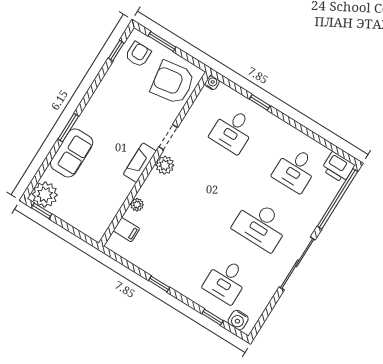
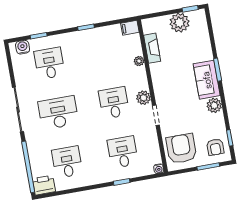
armchair: (173, 82) -> (181, 149), turned -81
plant: (103, 96) -> (214, 105), added
sofa: (72, 153) -> (207, 80), moved
fireplace: (140, 163) -> (152, 48), moved
desk: (198, 186) -> (114, 103), added
plant: (45, 195) -> (180, 23), moved
filing cabinet: (126, 230) -> (130, 28), moved

